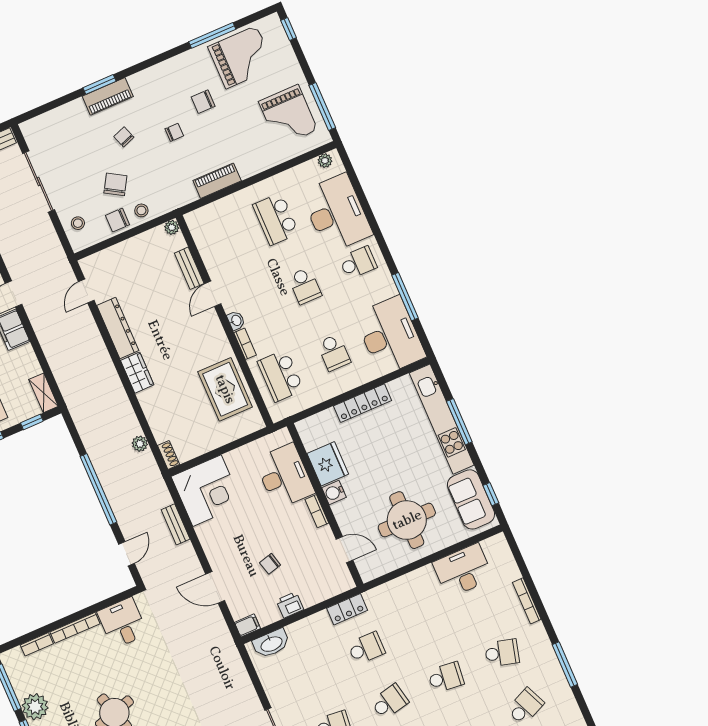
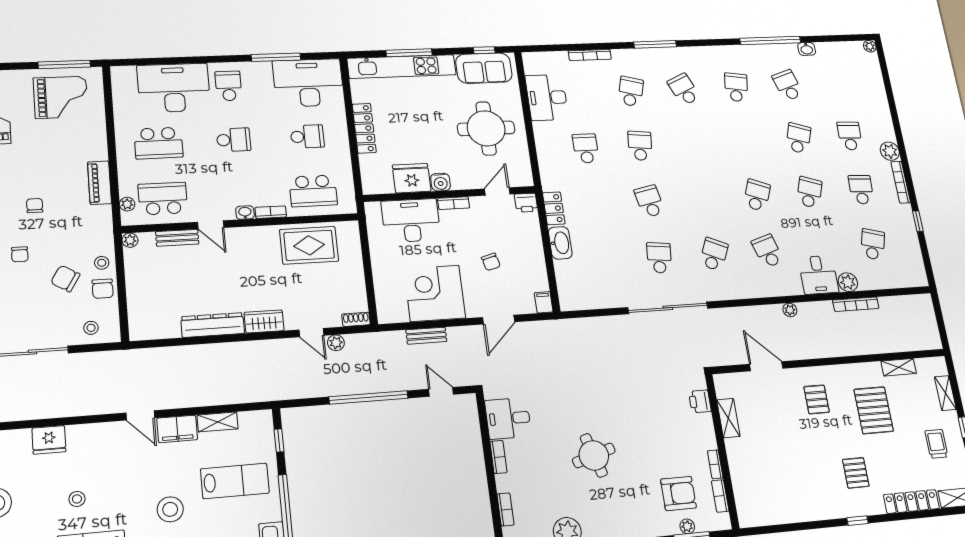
chair: (203, 102) -> (15, 169), removed
chair: (124, 137) -> (20, 254), turned -70
plant: (325, 161) -> (127, 204), moved
school desk: (223, 242) -> (163, 199), added
door: (86, 291) -> (311, 333), moved
shelving: (44, 393) -> (218, 422), moved
corner desk: (207, 491) -> (435, 293), moved, turned -90
printer: (290, 605) -> (526, 203), moved, turned -90
bookcase: (75, 628) -> (498, 457), width x0.64
washbasin: (271, 644) -> (560, 243), moved
school desk: (366, 648) -> (586, 148), moved

